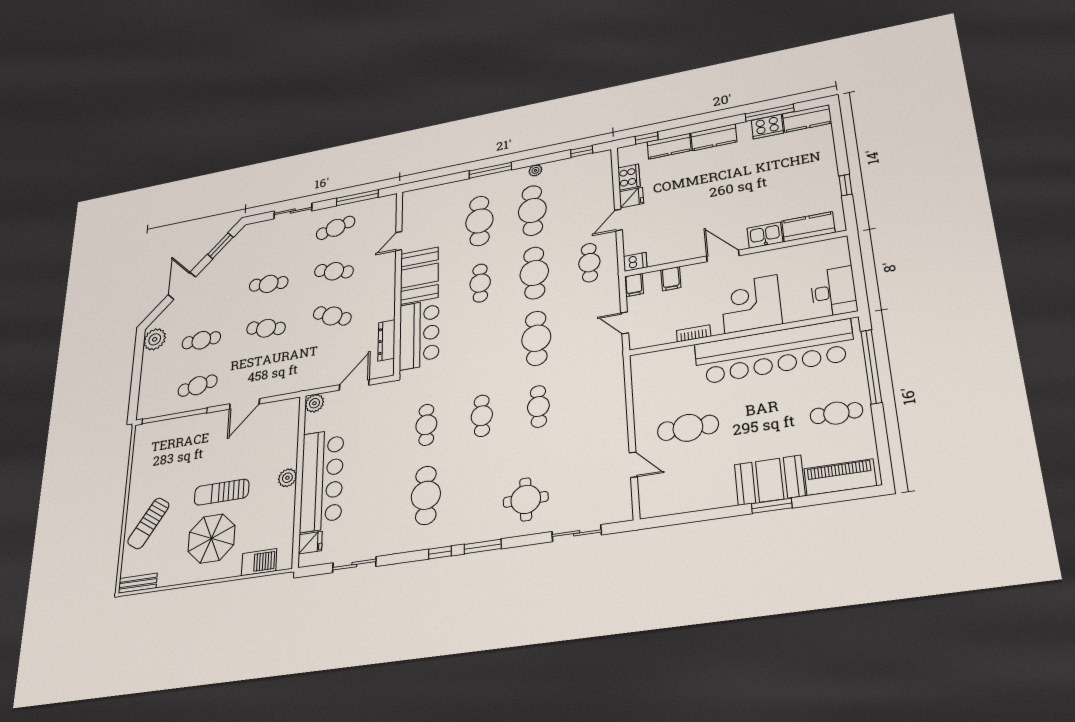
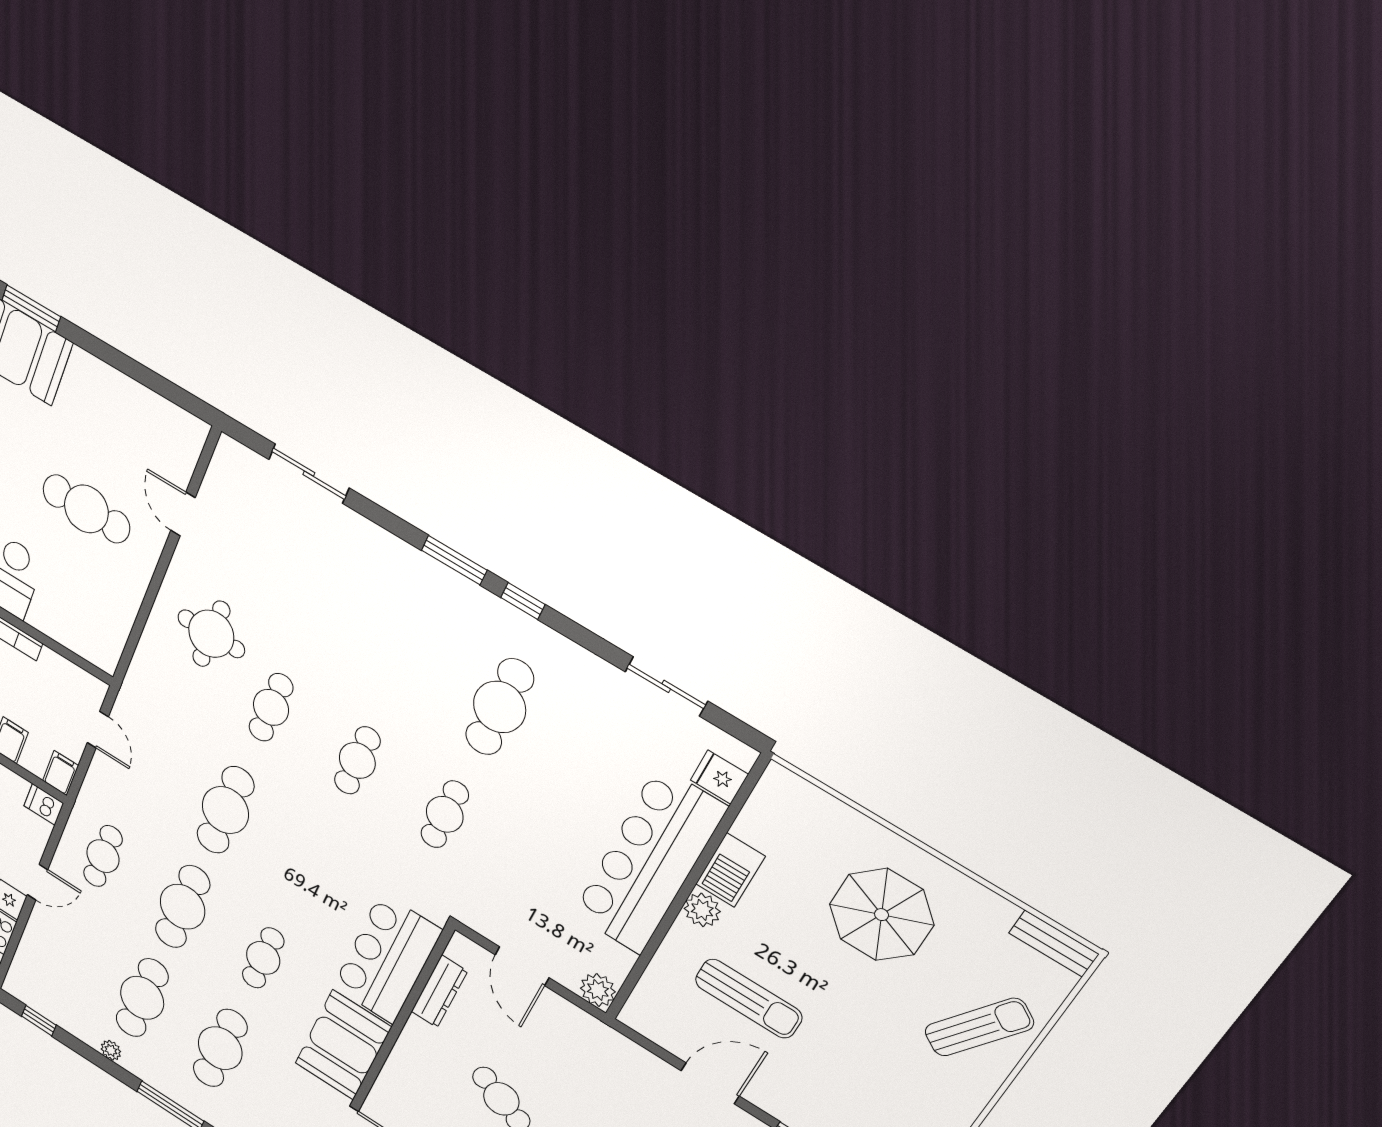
door: (354, 385) -> (522, 966), hinge flipped
sun lounger: (222, 492) -> (749, 999), moved
round table: (526, 499) -> (211, 634), moved
barbecue: (259, 562) -> (730, 870), moved, turned -90

